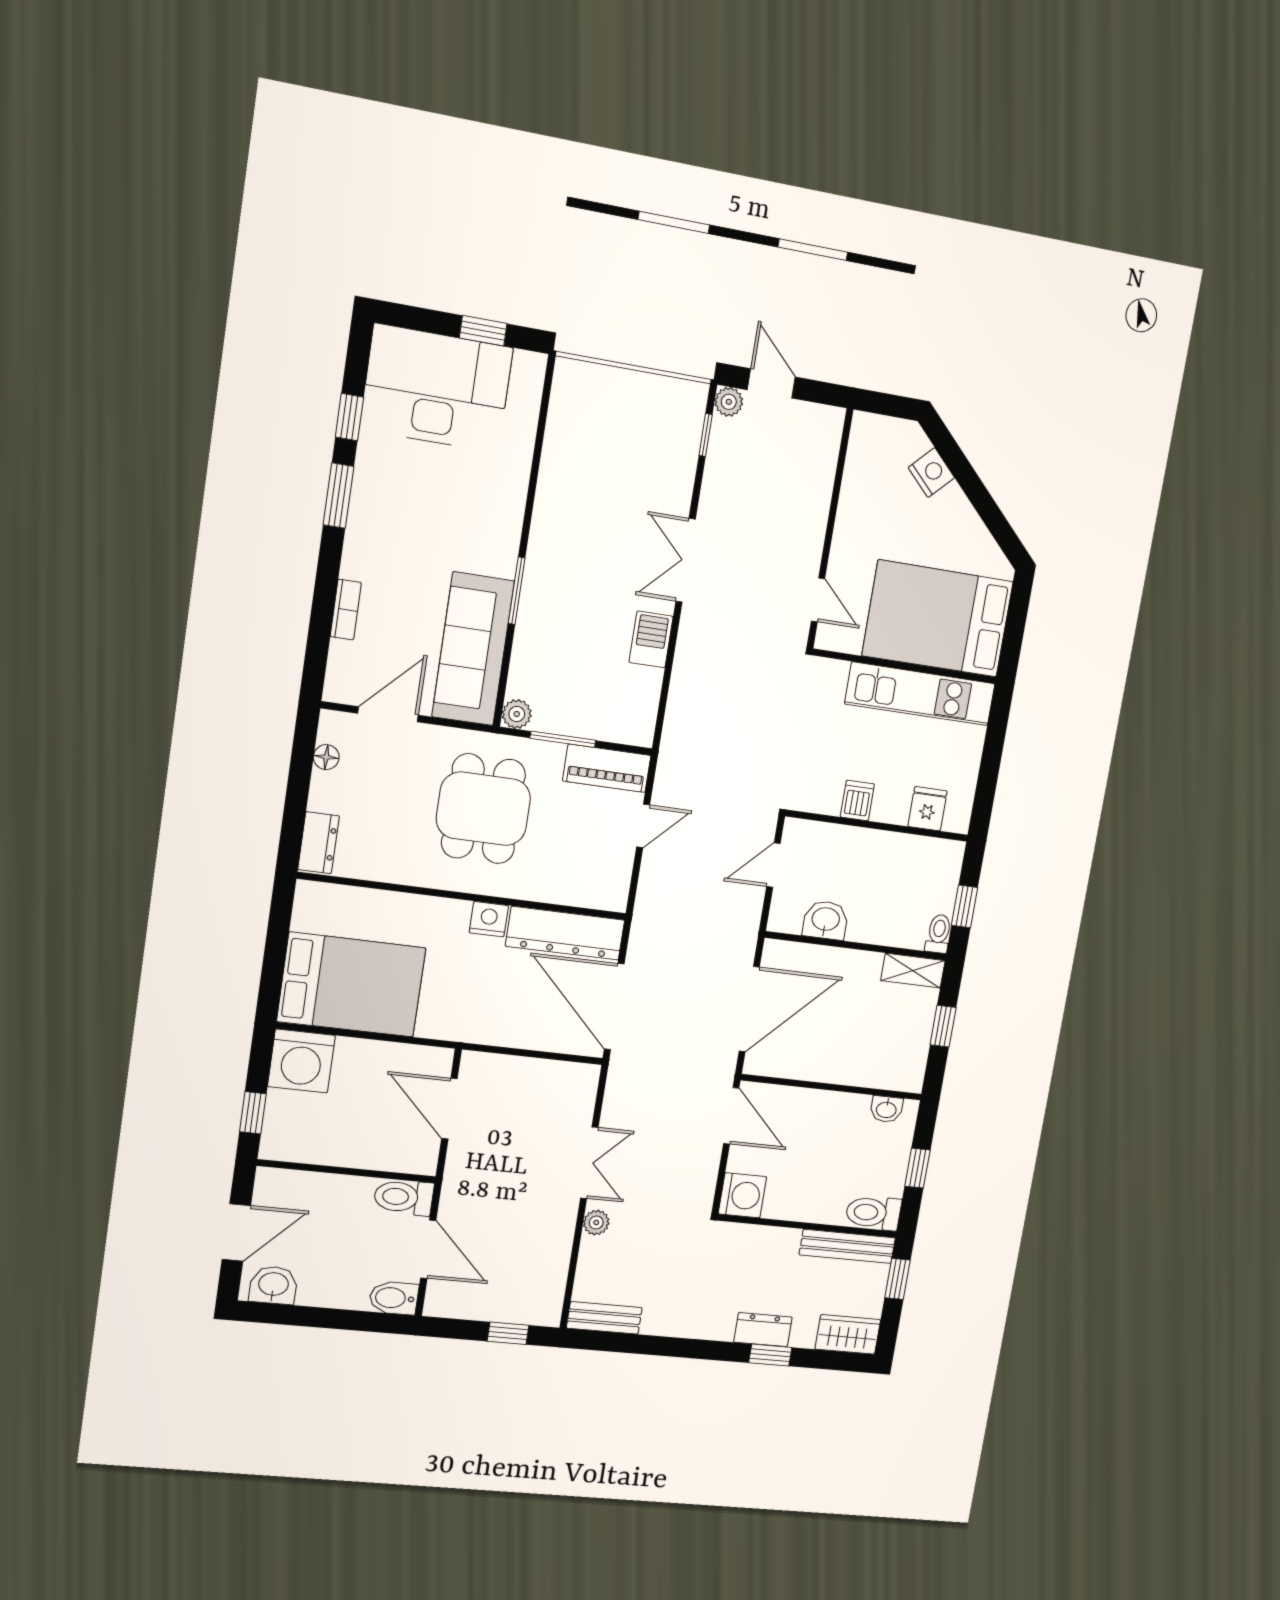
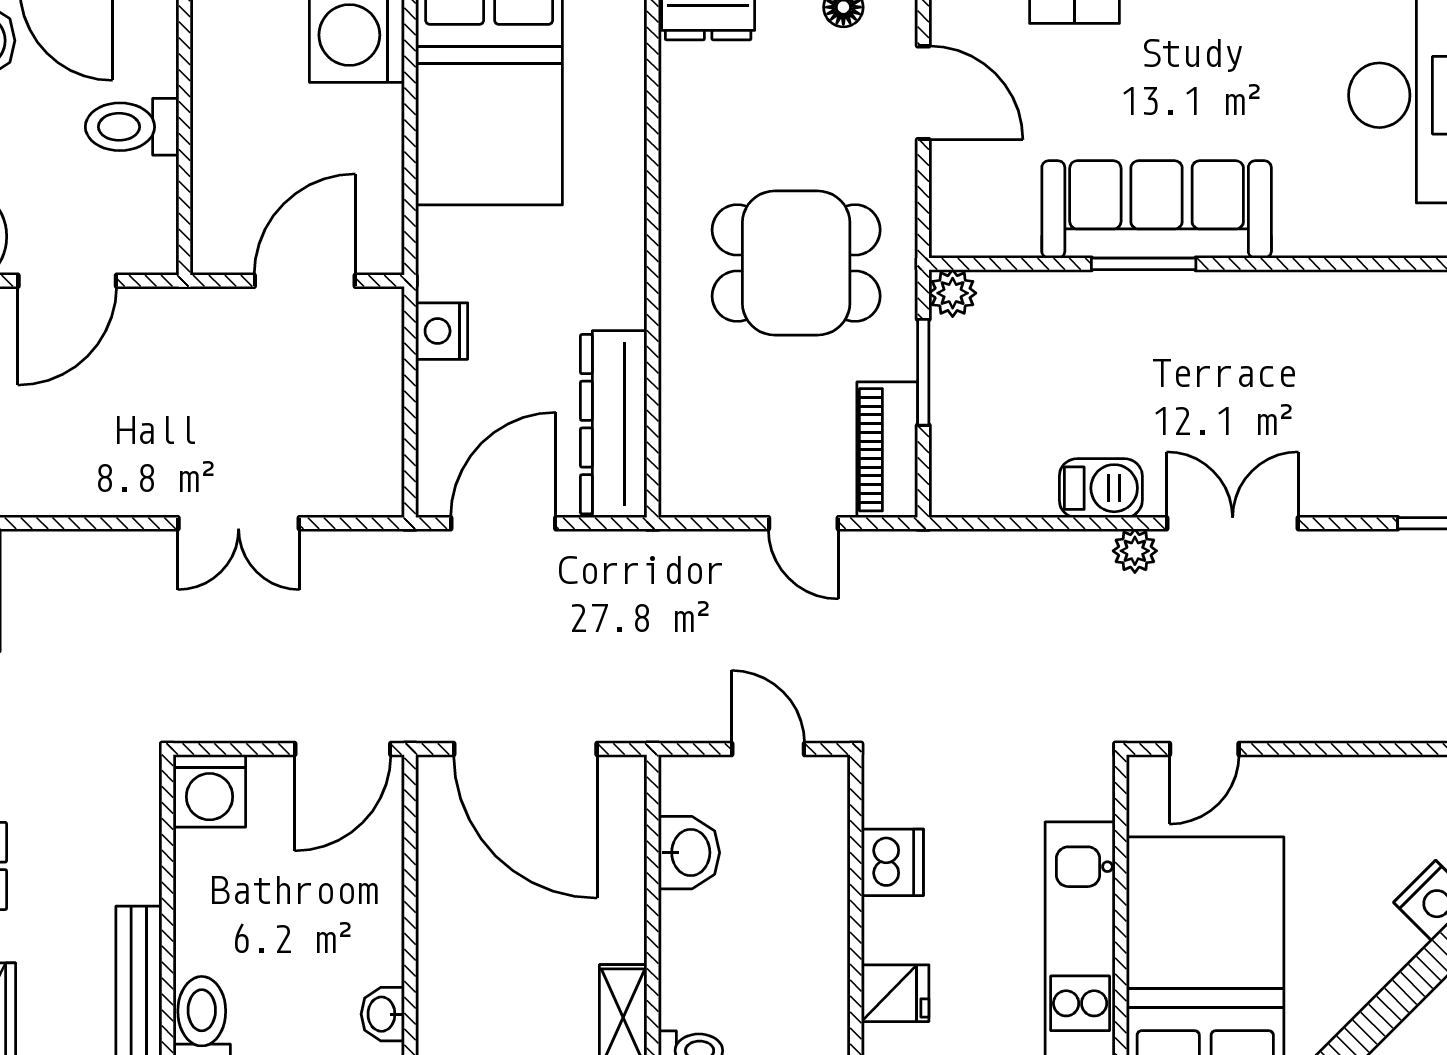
sofa: (473, 649) -> (1157, 209), moved
dishwasher: (857, 800) -> (892, 862), width x1.38
nightstand: (489, 919) -> (442, 331), moved, turned 180
door: (614, 1007) -> (503, 523), width x0.73
toilet: (404, 1197) -> (132, 127), moved, turned -90
plant: (596, 1223) -> (1135, 551), moved

